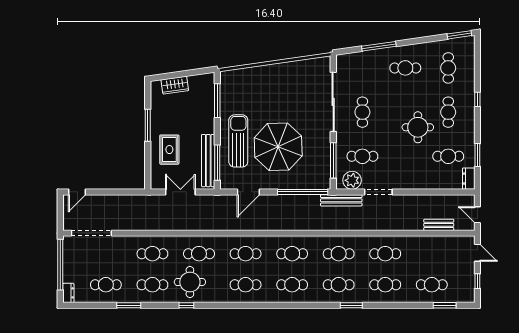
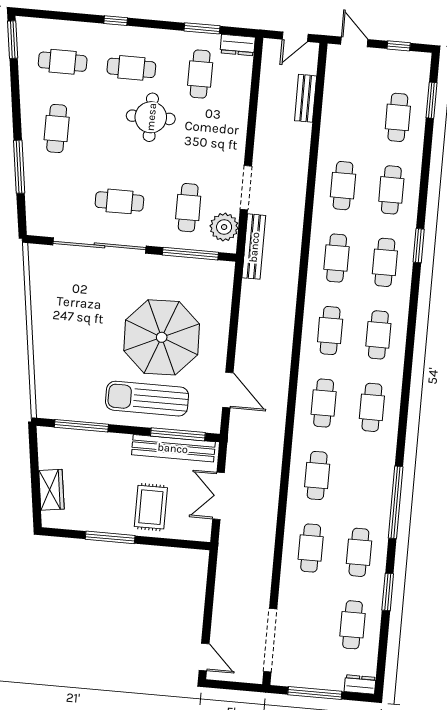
rug: (169, 150) -> (151, 507), turned 90
window: (303, 192) -> (235, 306), removed
door: (477, 253) -> (354, 42), hinge flipped
window: (60, 265) -> (315, 693), width x0.68
round table: (190, 282) -> (360, 494), removed
window: (186, 305) -> (396, 502), width x3.17

